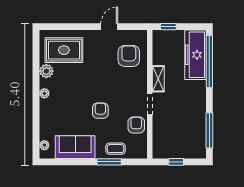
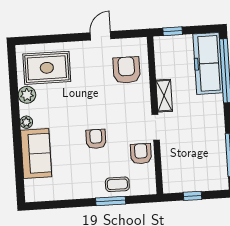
plant: (44, 145) -> (30, 186), removed
sofa: (75, 147) -> (36, 153), moved, turned 90

